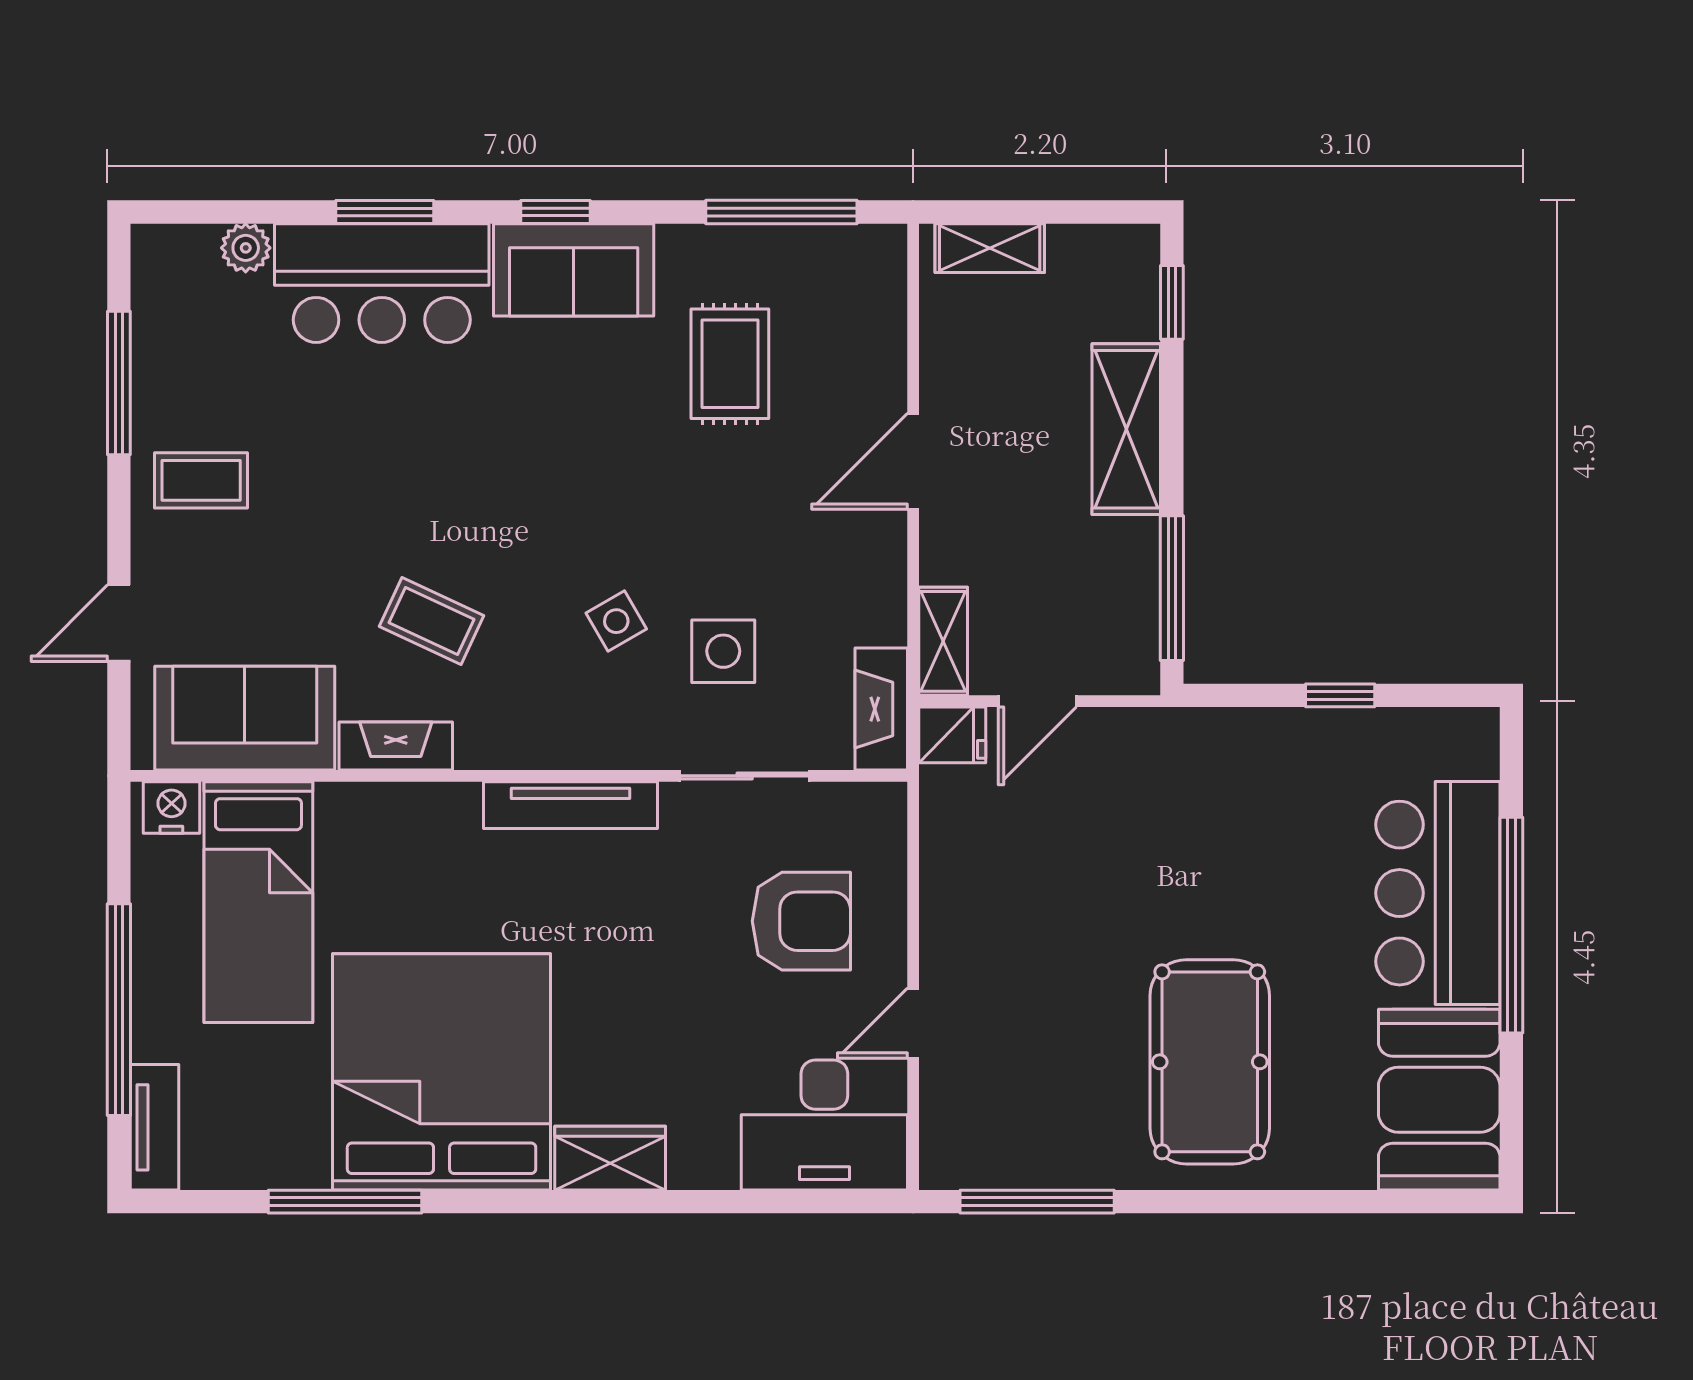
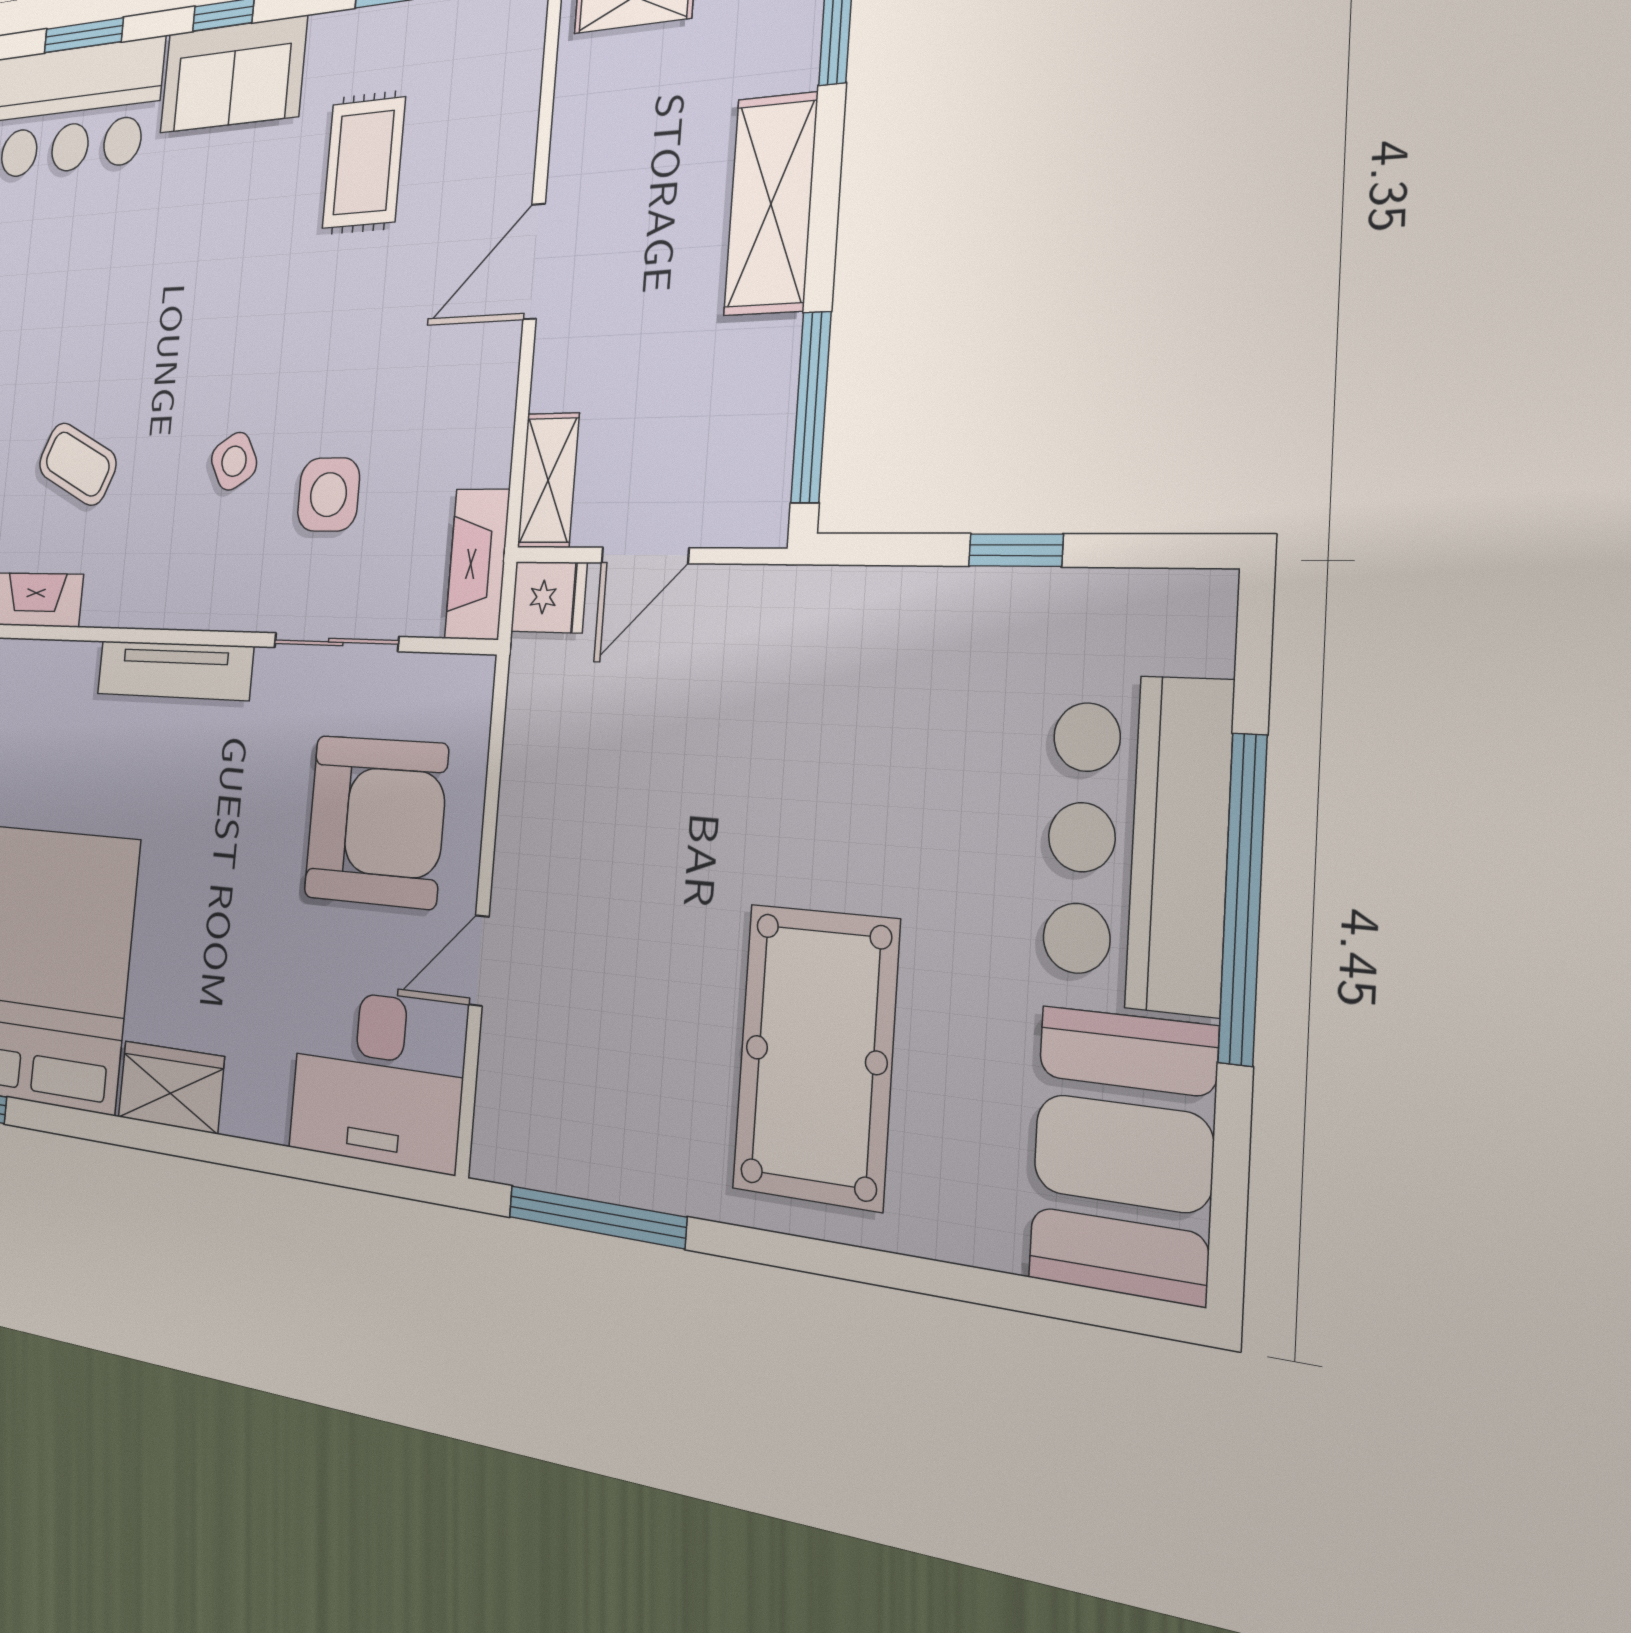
armchair: (801, 921) -> (376, 821), width x1.36, depth x1.36

